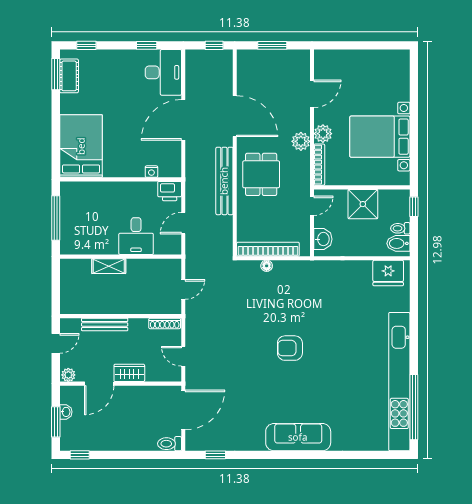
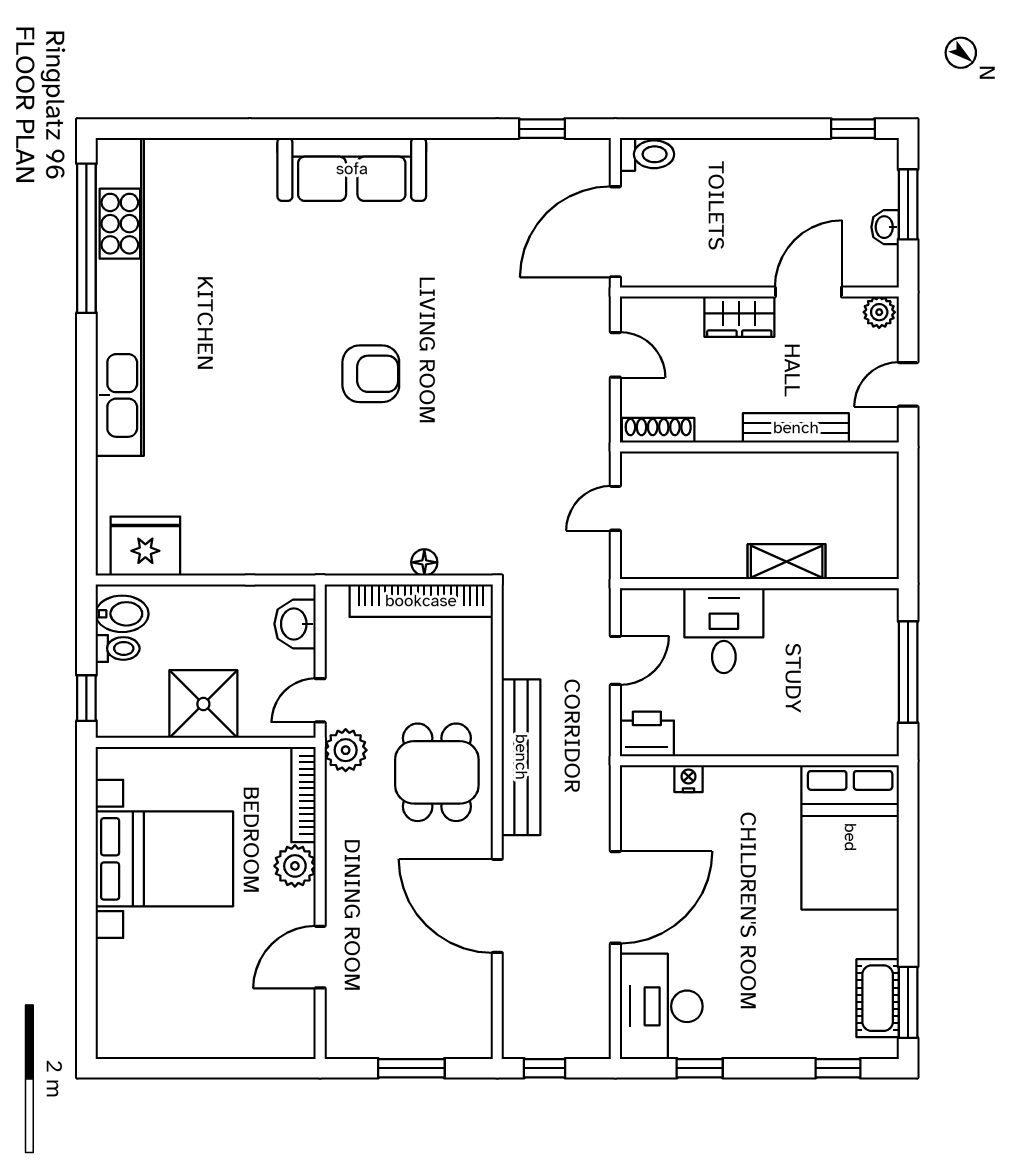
plant: (301, 141) -> (346, 750), moved

